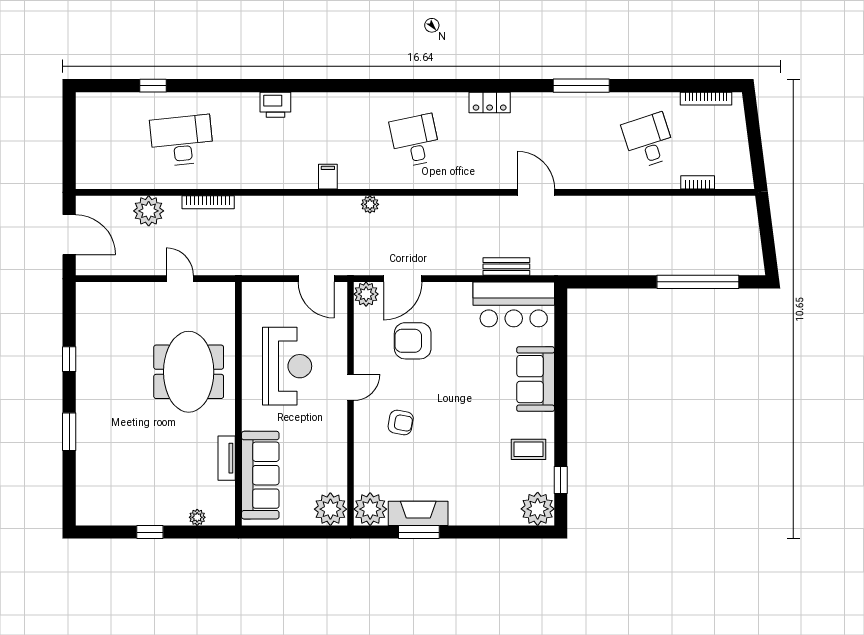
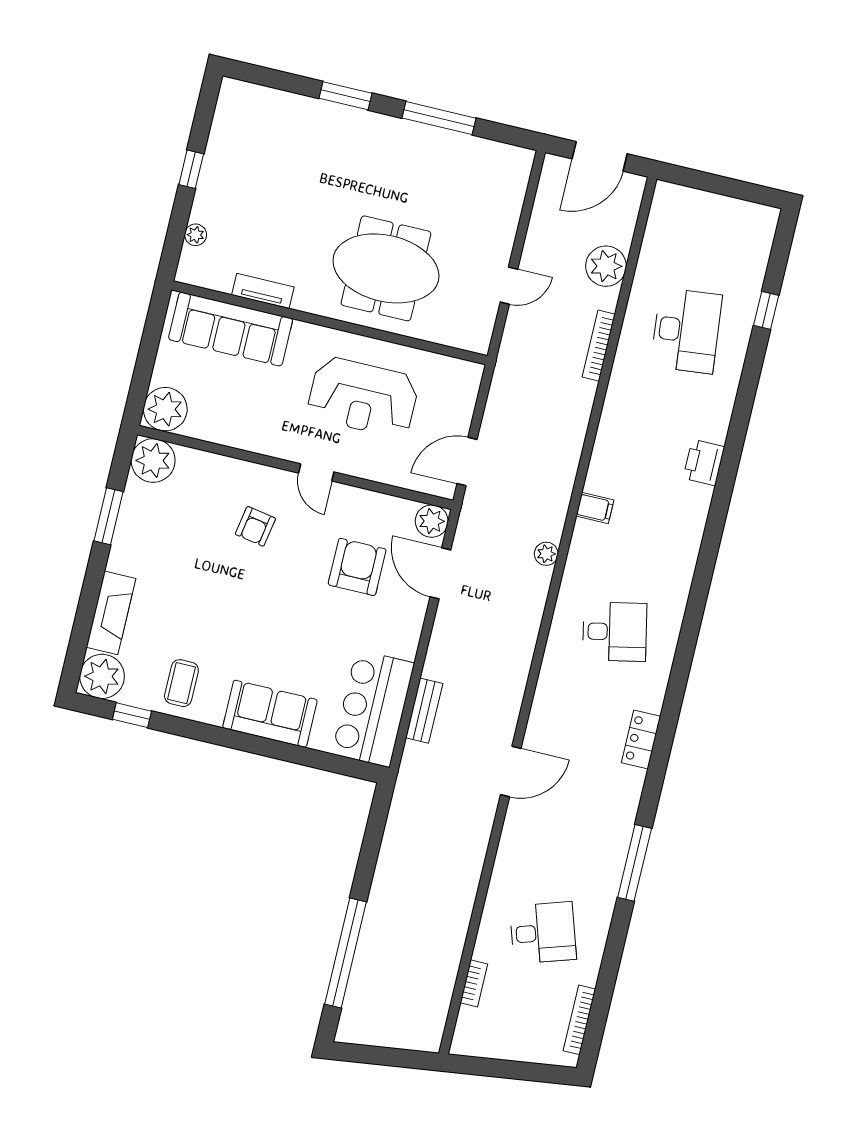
window: (69, 359) -> (439, 118), width x2.17
fireplace: (418, 513) -> (111, 613), moved

